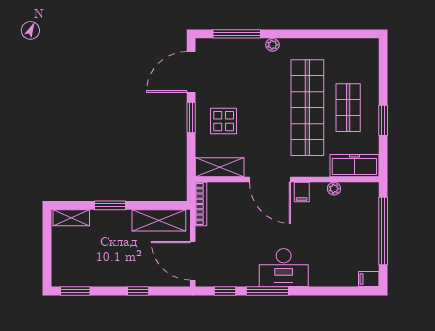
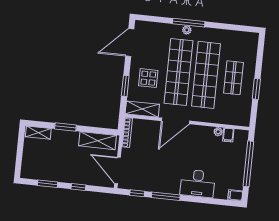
window: (237, 34) -> (189, 23), moved
shop shelf: (267, 108) -> (178, 72), added
window: (191, 118) -> (125, 86), moved
freezer: (354, 166) -> (234, 118), removed
door: (270, 180) -> (175, 121), hinge flipped
filing cabinet: (302, 192) -> (228, 135), moved
desk: (284, 268) -> (198, 183), moved
window: (75, 291) -> (48, 184), moved

